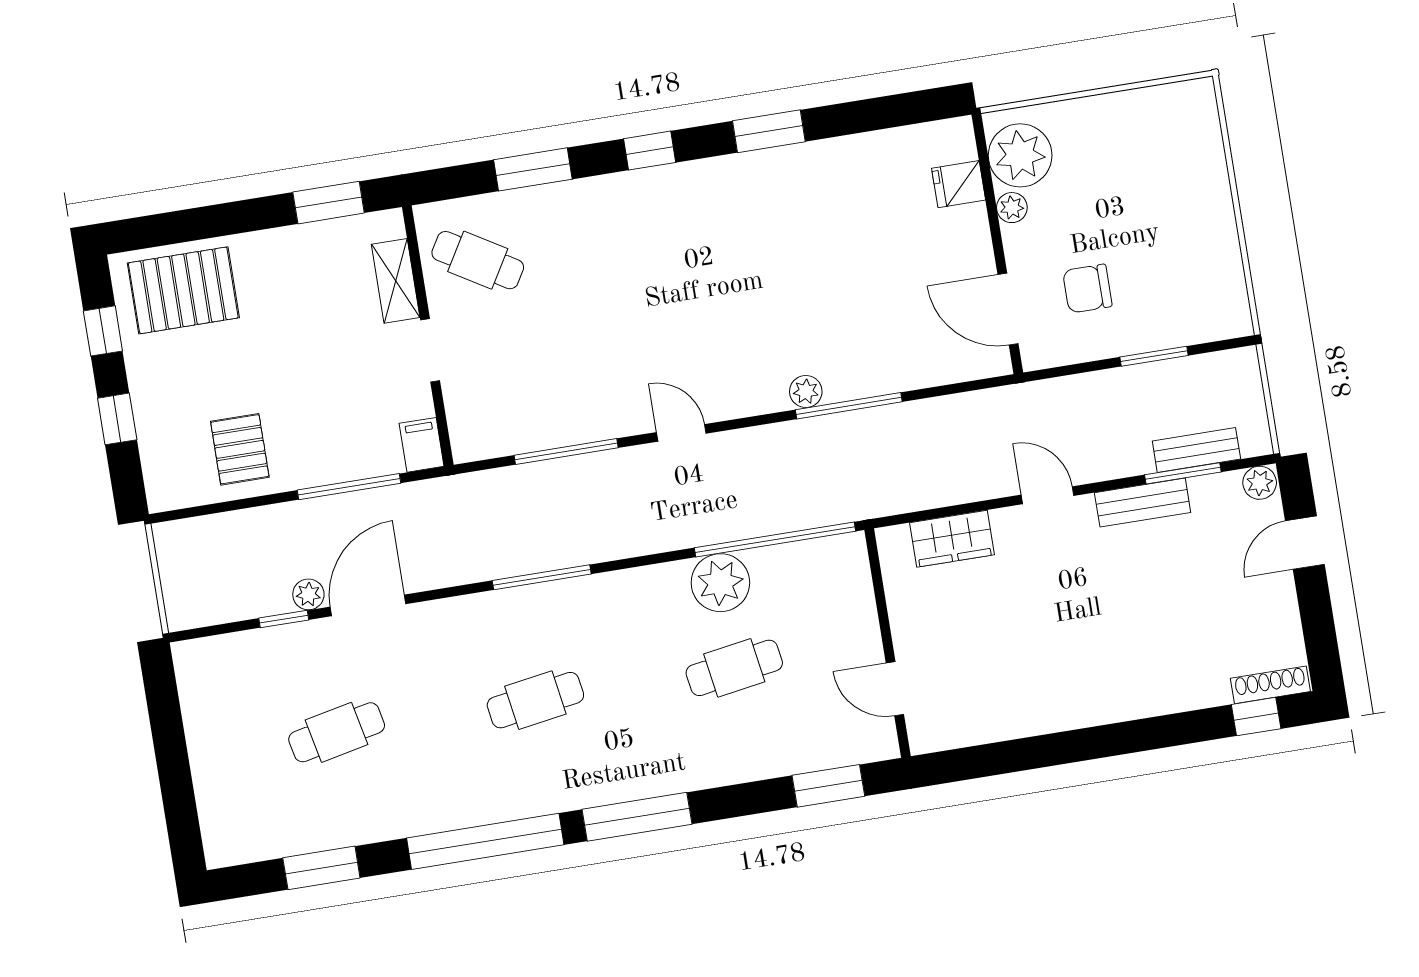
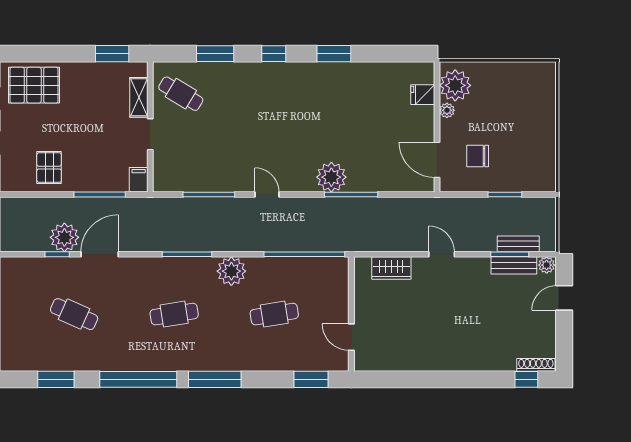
plant: (806, 391) -> (331, 177), width x1.87, depth x1.87
bench: (1143, 503) -> (514, 265), moved
plant: (720, 583) -> (231, 271), moved
plant: (308, 594) -> (64, 237), width x1.88, depth x1.88
cafe table: (337, 732) -> (74, 314), turned 36

